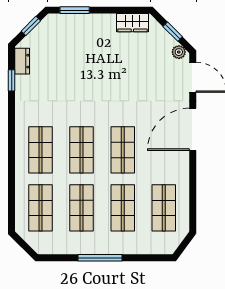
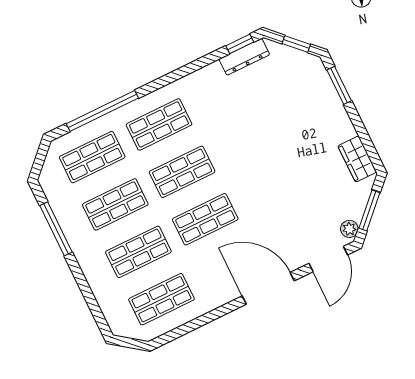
window: (173, 32) -> (369, 210), width x1.50
dresser: (22, 61) -> (244, 57), width x1.44
window: (12, 80) -> (240, 44), moved
window: (12, 185) -> (102, 111), added
window: (100, 258) -> (56, 229), moved

